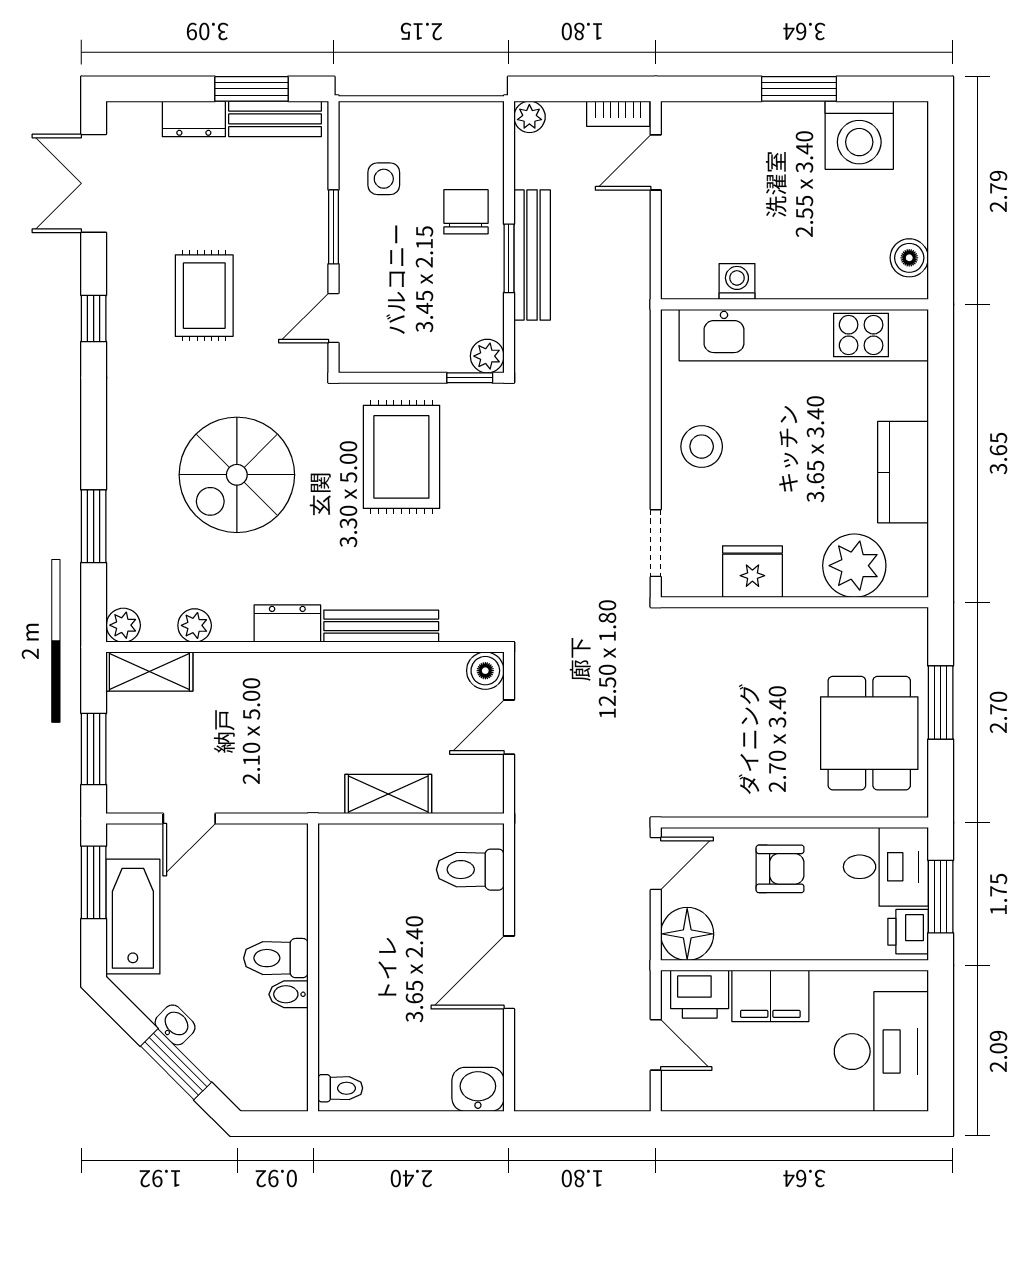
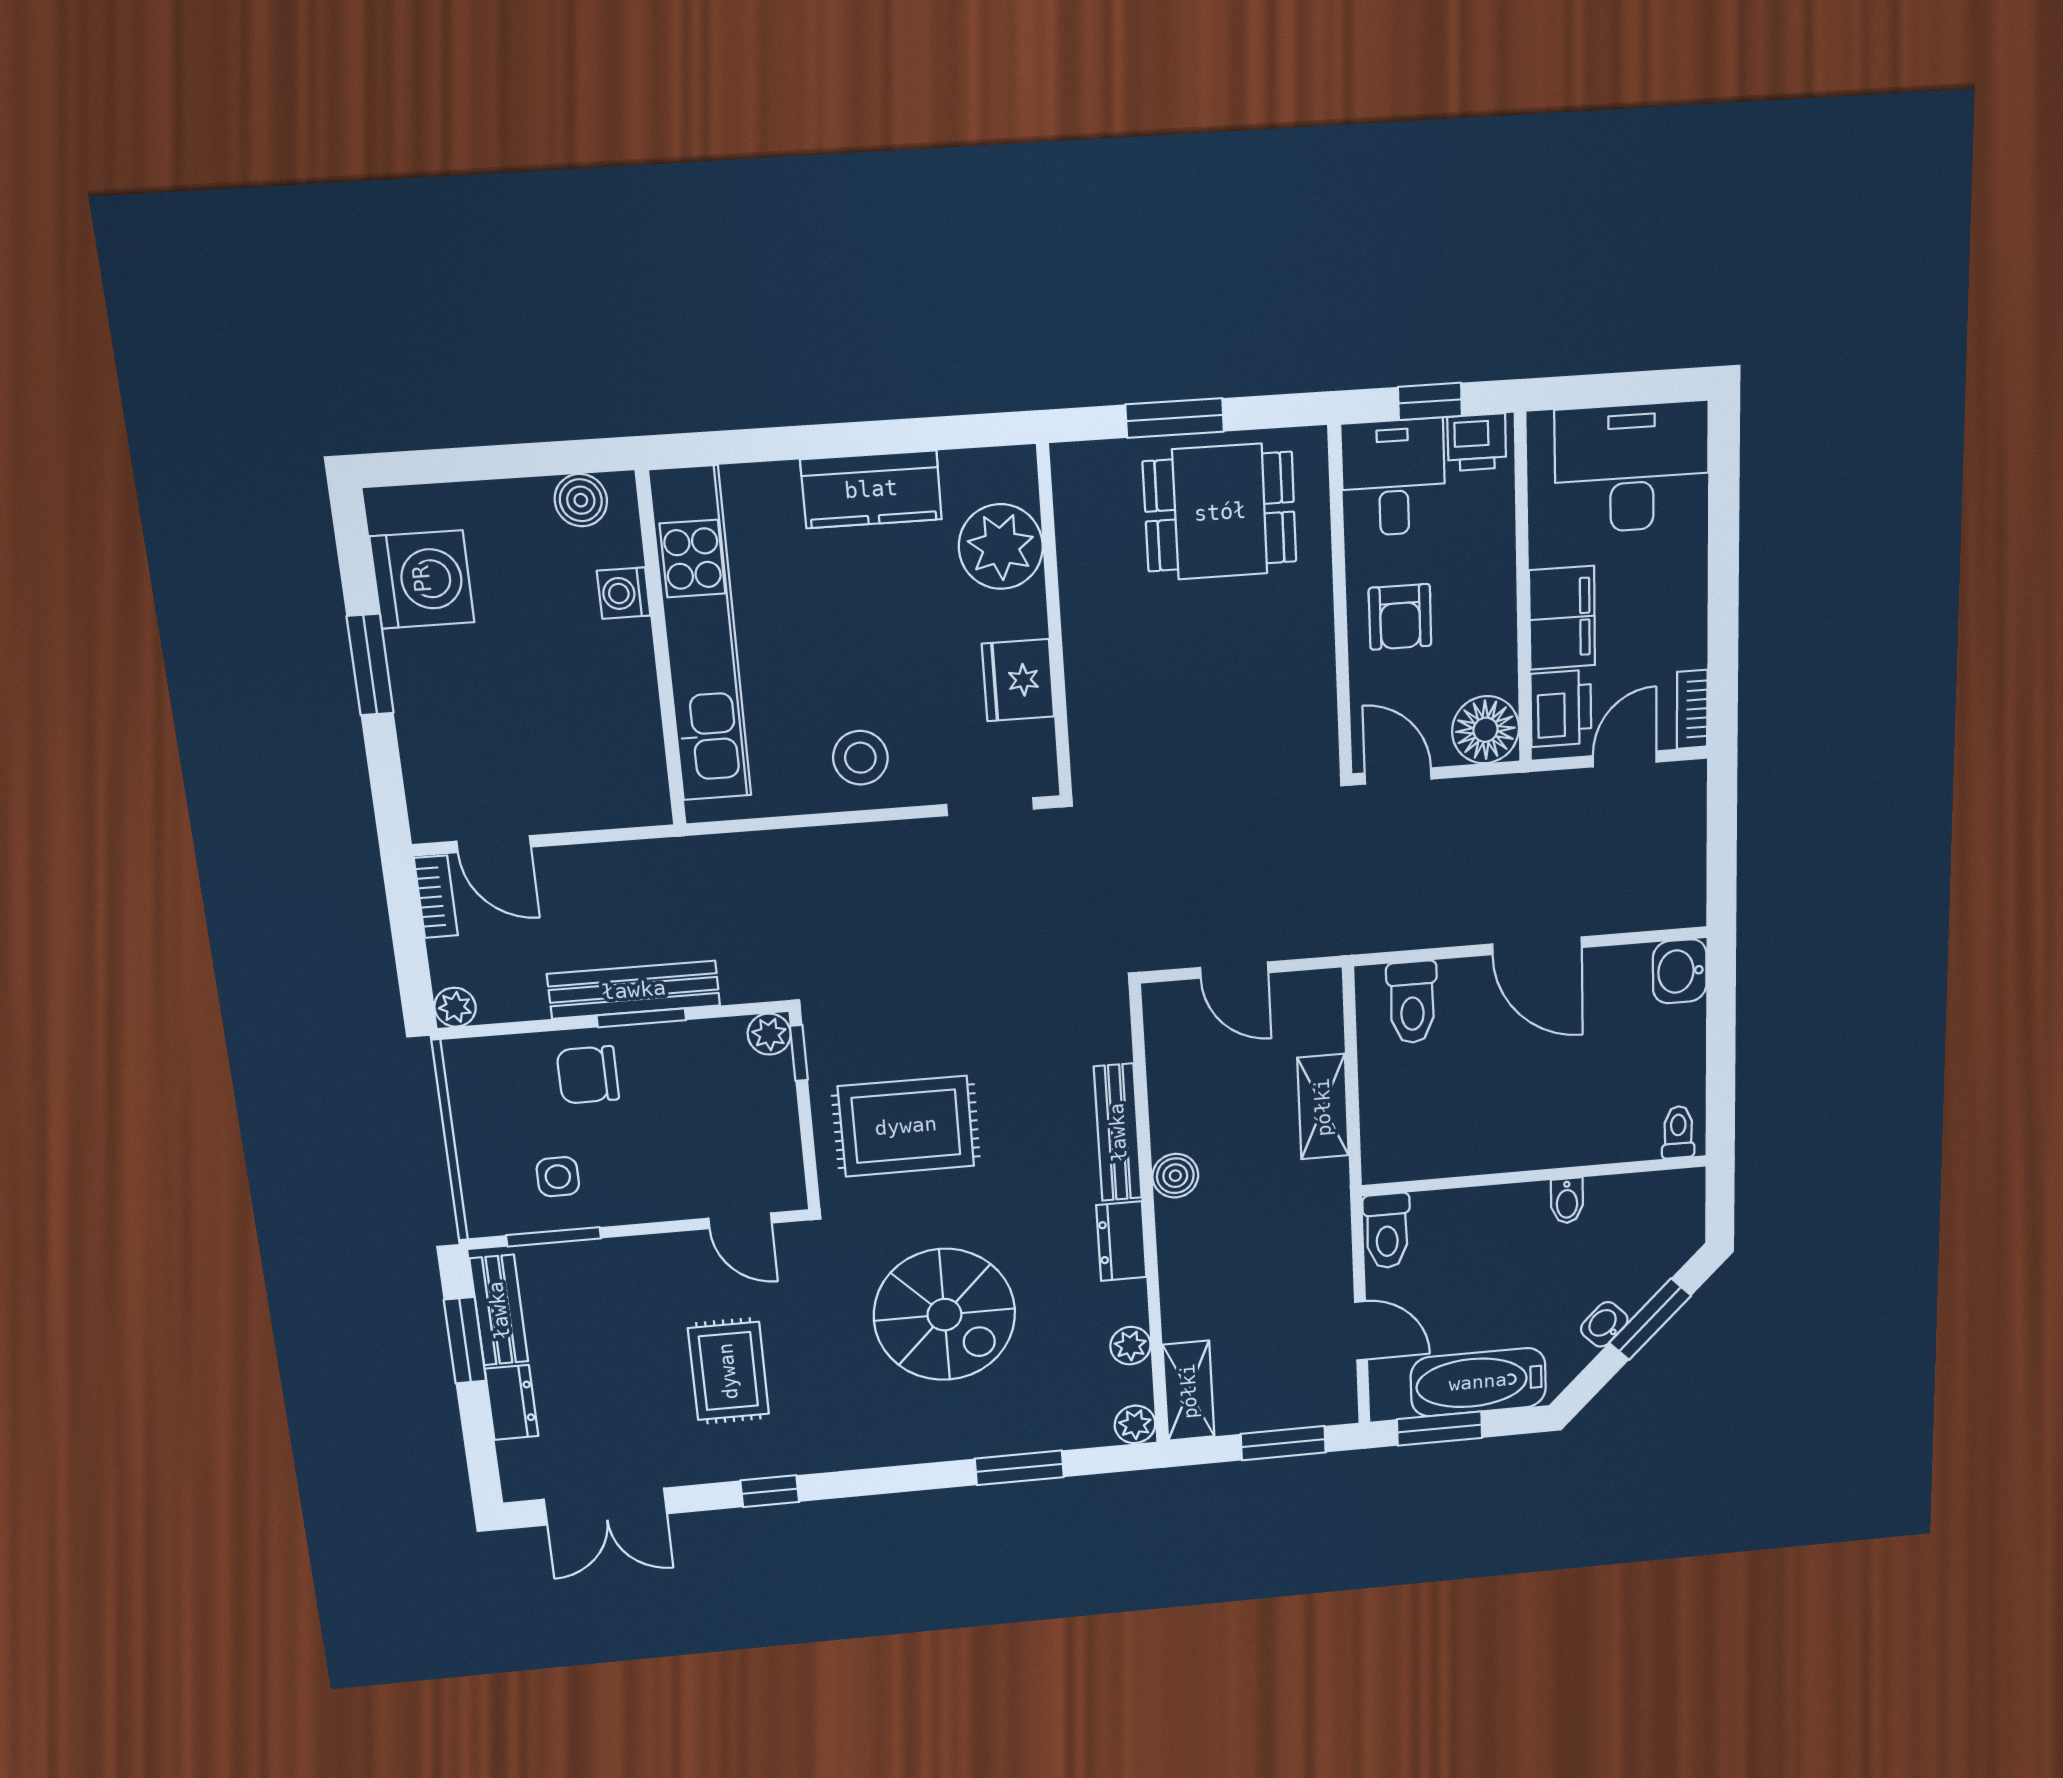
window: (333, 227) -> (554, 1237), moved
washing machine: (737, 282) -> (624, 593), moved
rug: (204, 296) -> (728, 1371), turned 90
boiler: (485, 671) -> (1175, 1176), moved
armchair: (780, 869) -> (1400, 617), turned 180
window: (941, 897) -> (1430, 401), width x0.67
toilet: (276, 958) -> (1387, 1231), moved
bookcase: (691, 1099) -> (1692, 709), added

